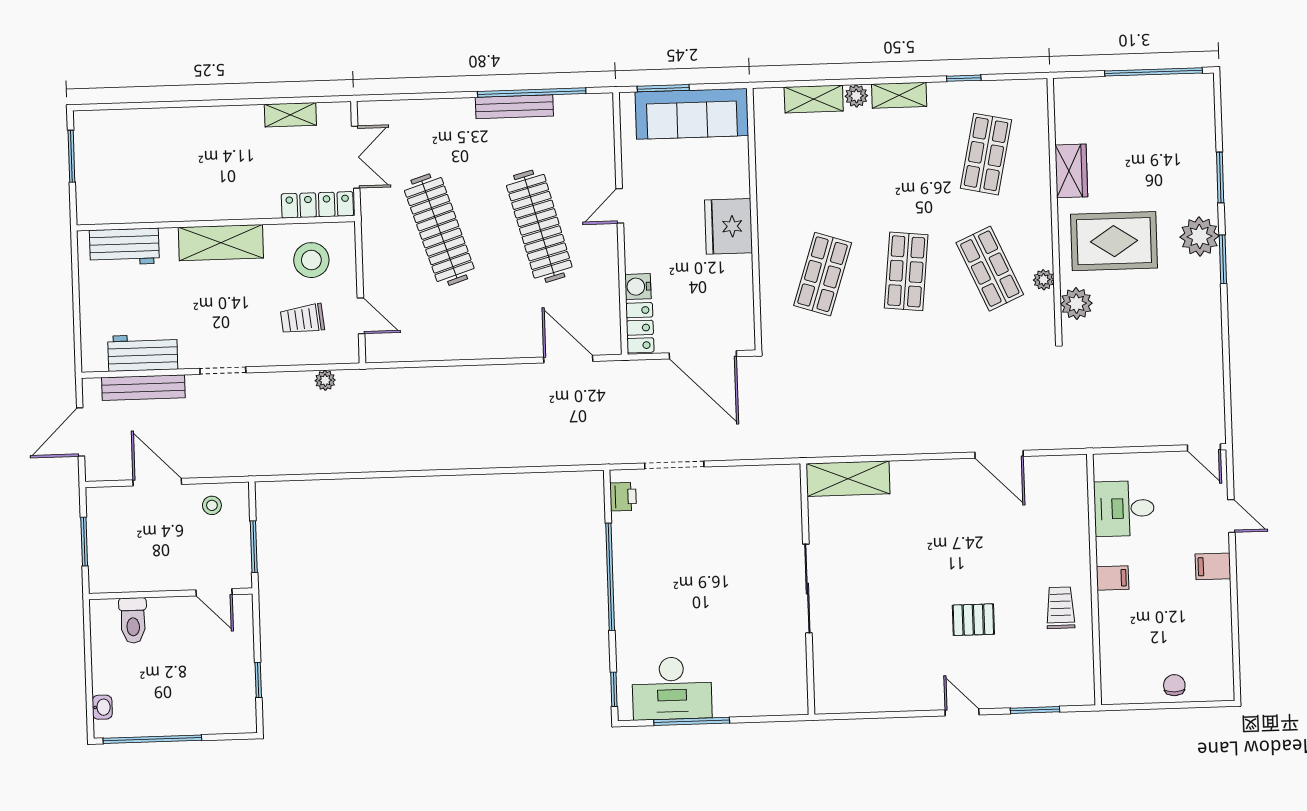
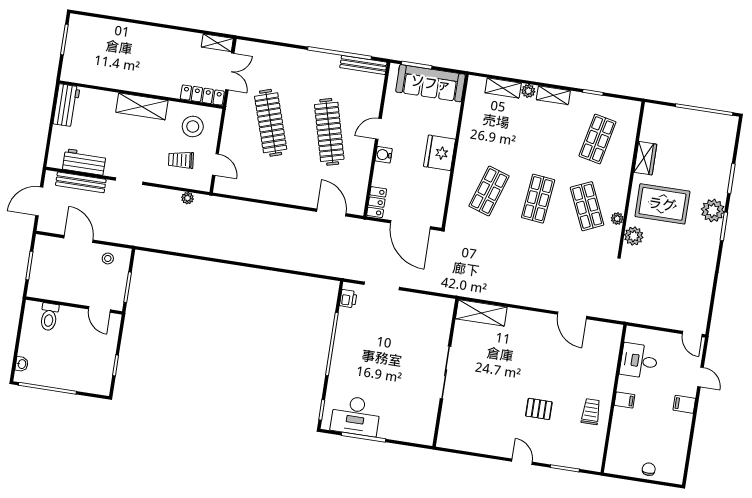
bench: (514, 107) -> (363, 65), moved
shelving: (290, 115) -> (217, 43), moved
workbench: (124, 247) -> (66, 105), moved, turned -90
water cooler: (638, 287) -> (384, 155), moved

